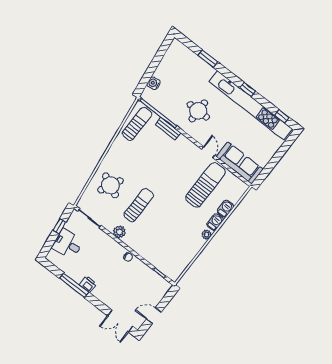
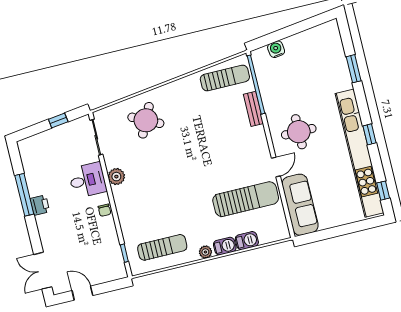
round table: (198, 111) -> (299, 132), moved
sun lounger: (139, 205) -> (162, 247), moved
desk: (68, 244) -> (88, 180), moved, turned 98

